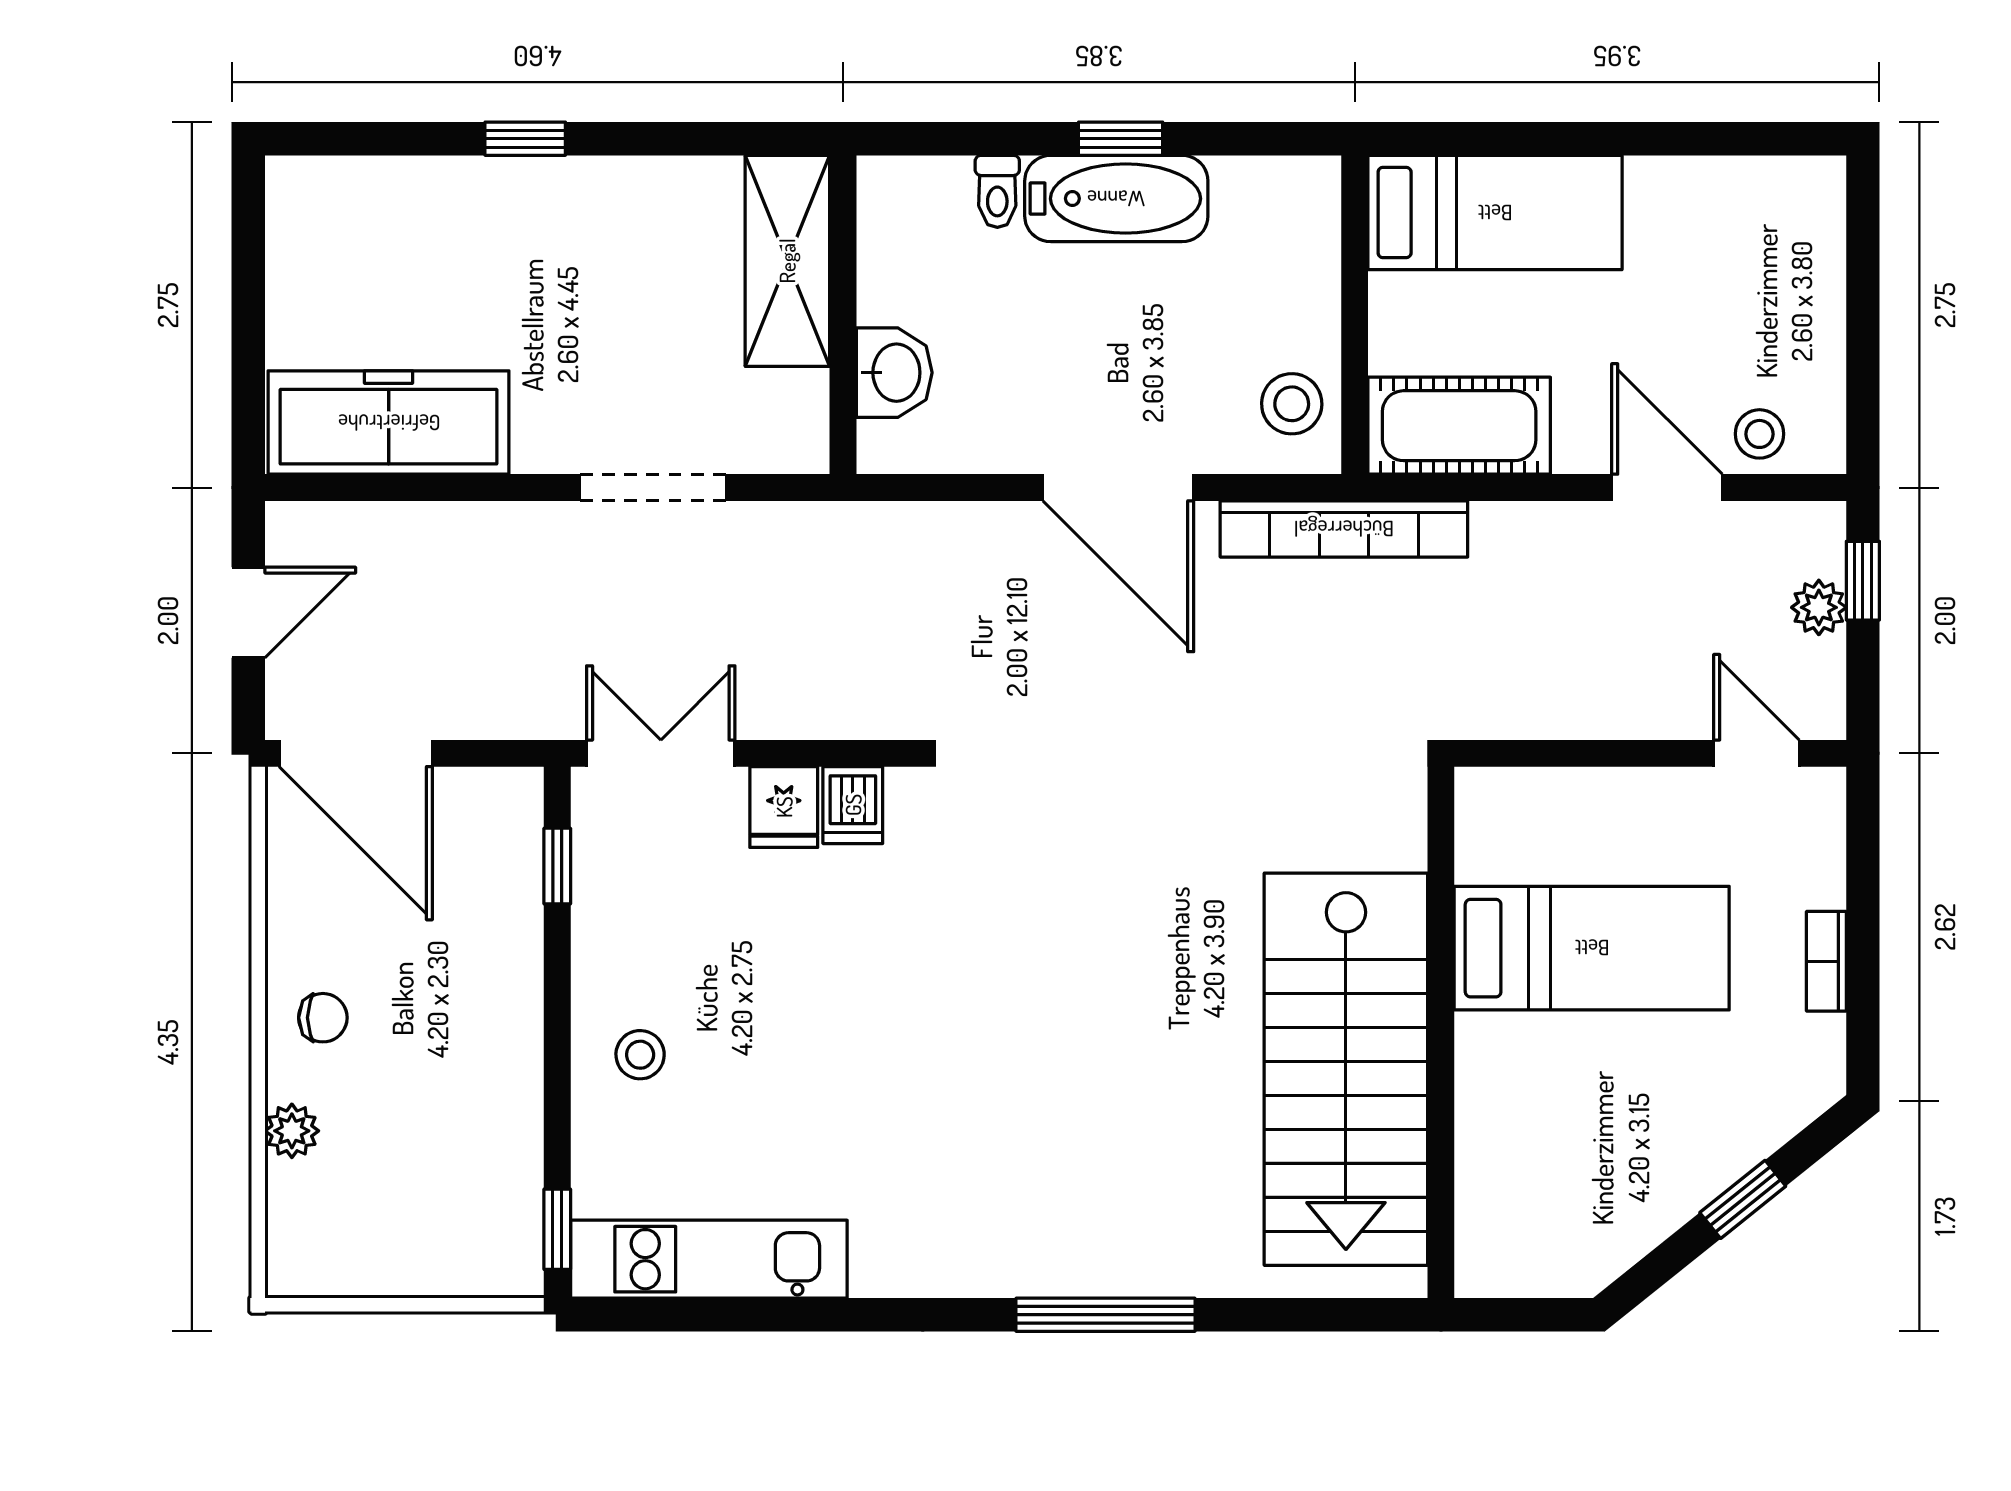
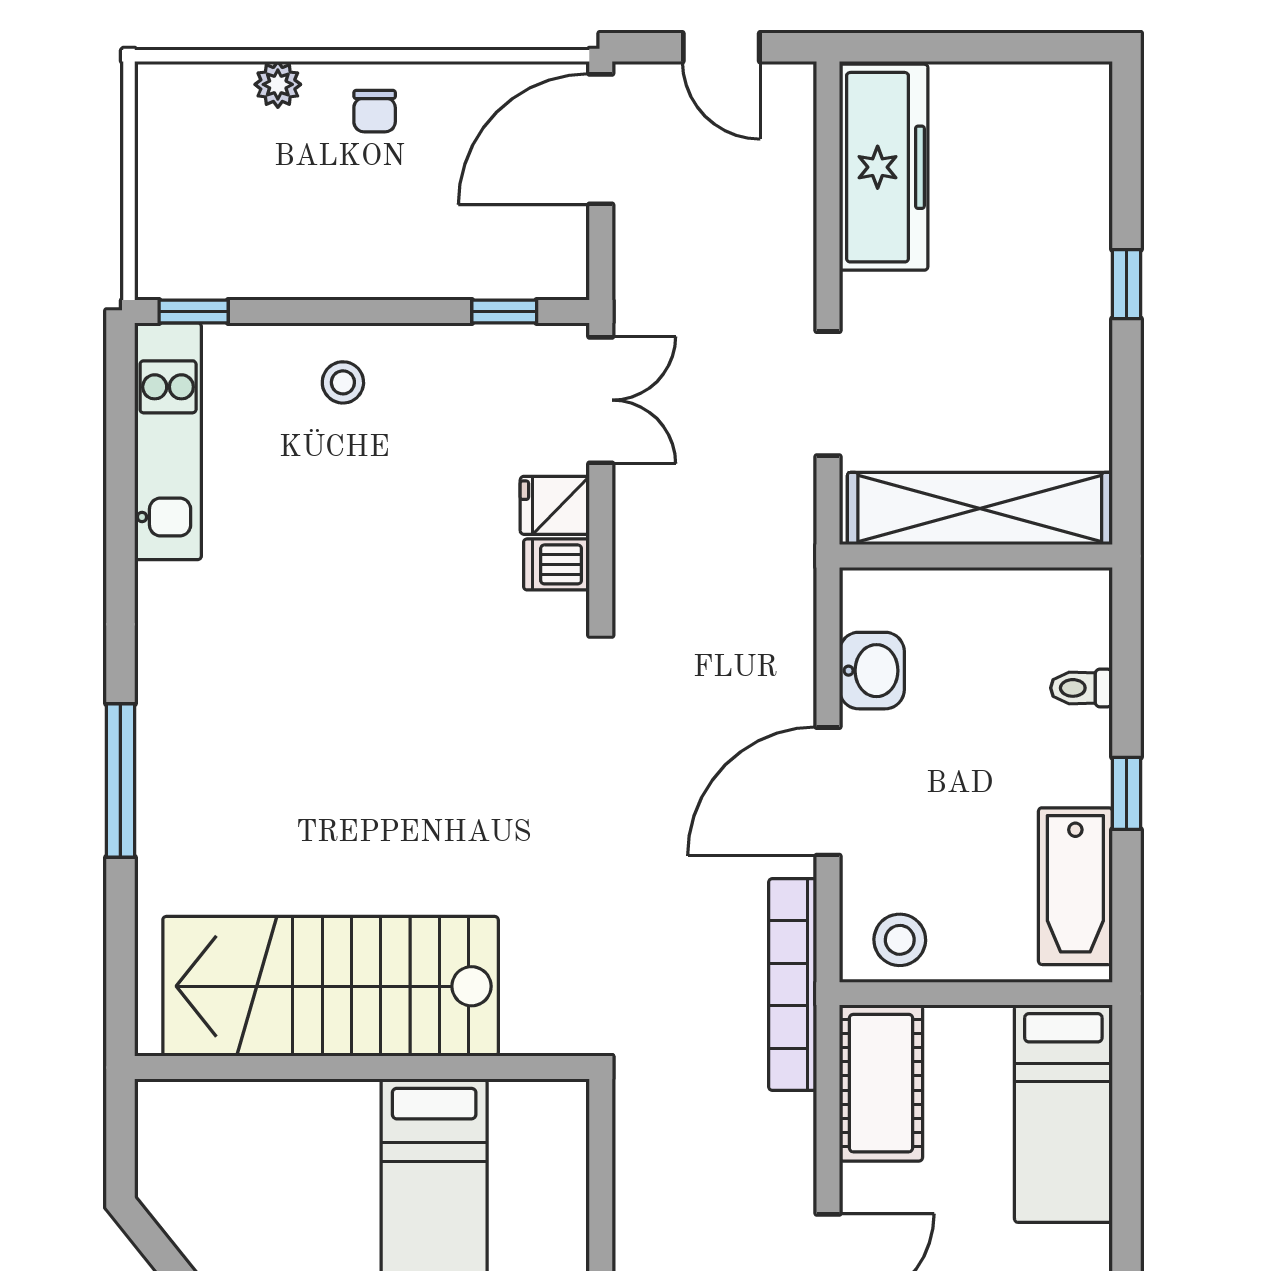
bathtub: (1116, 199) -> (1075, 886), moved
shelving: (787, 261) -> (980, 508), width x1.47
washbasin: (894, 373) -> (872, 671), moved, turned -90

